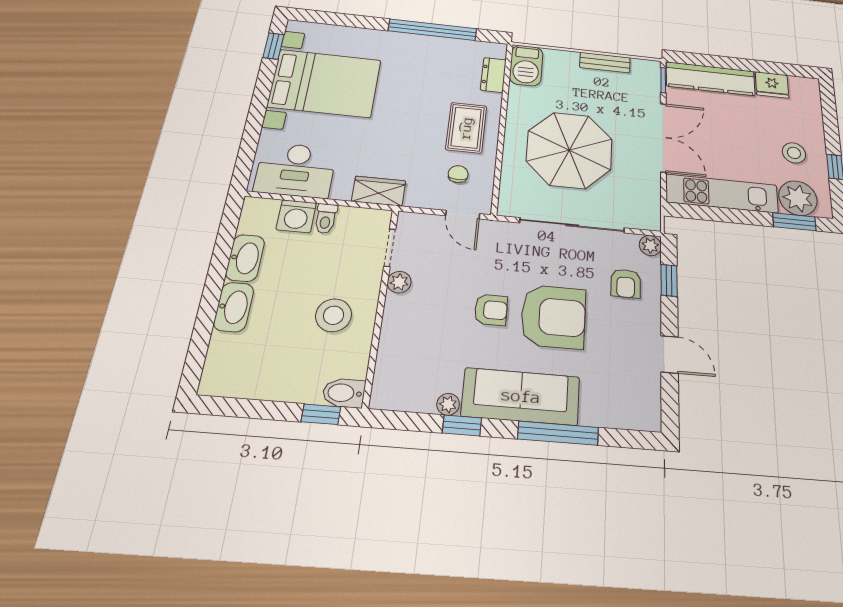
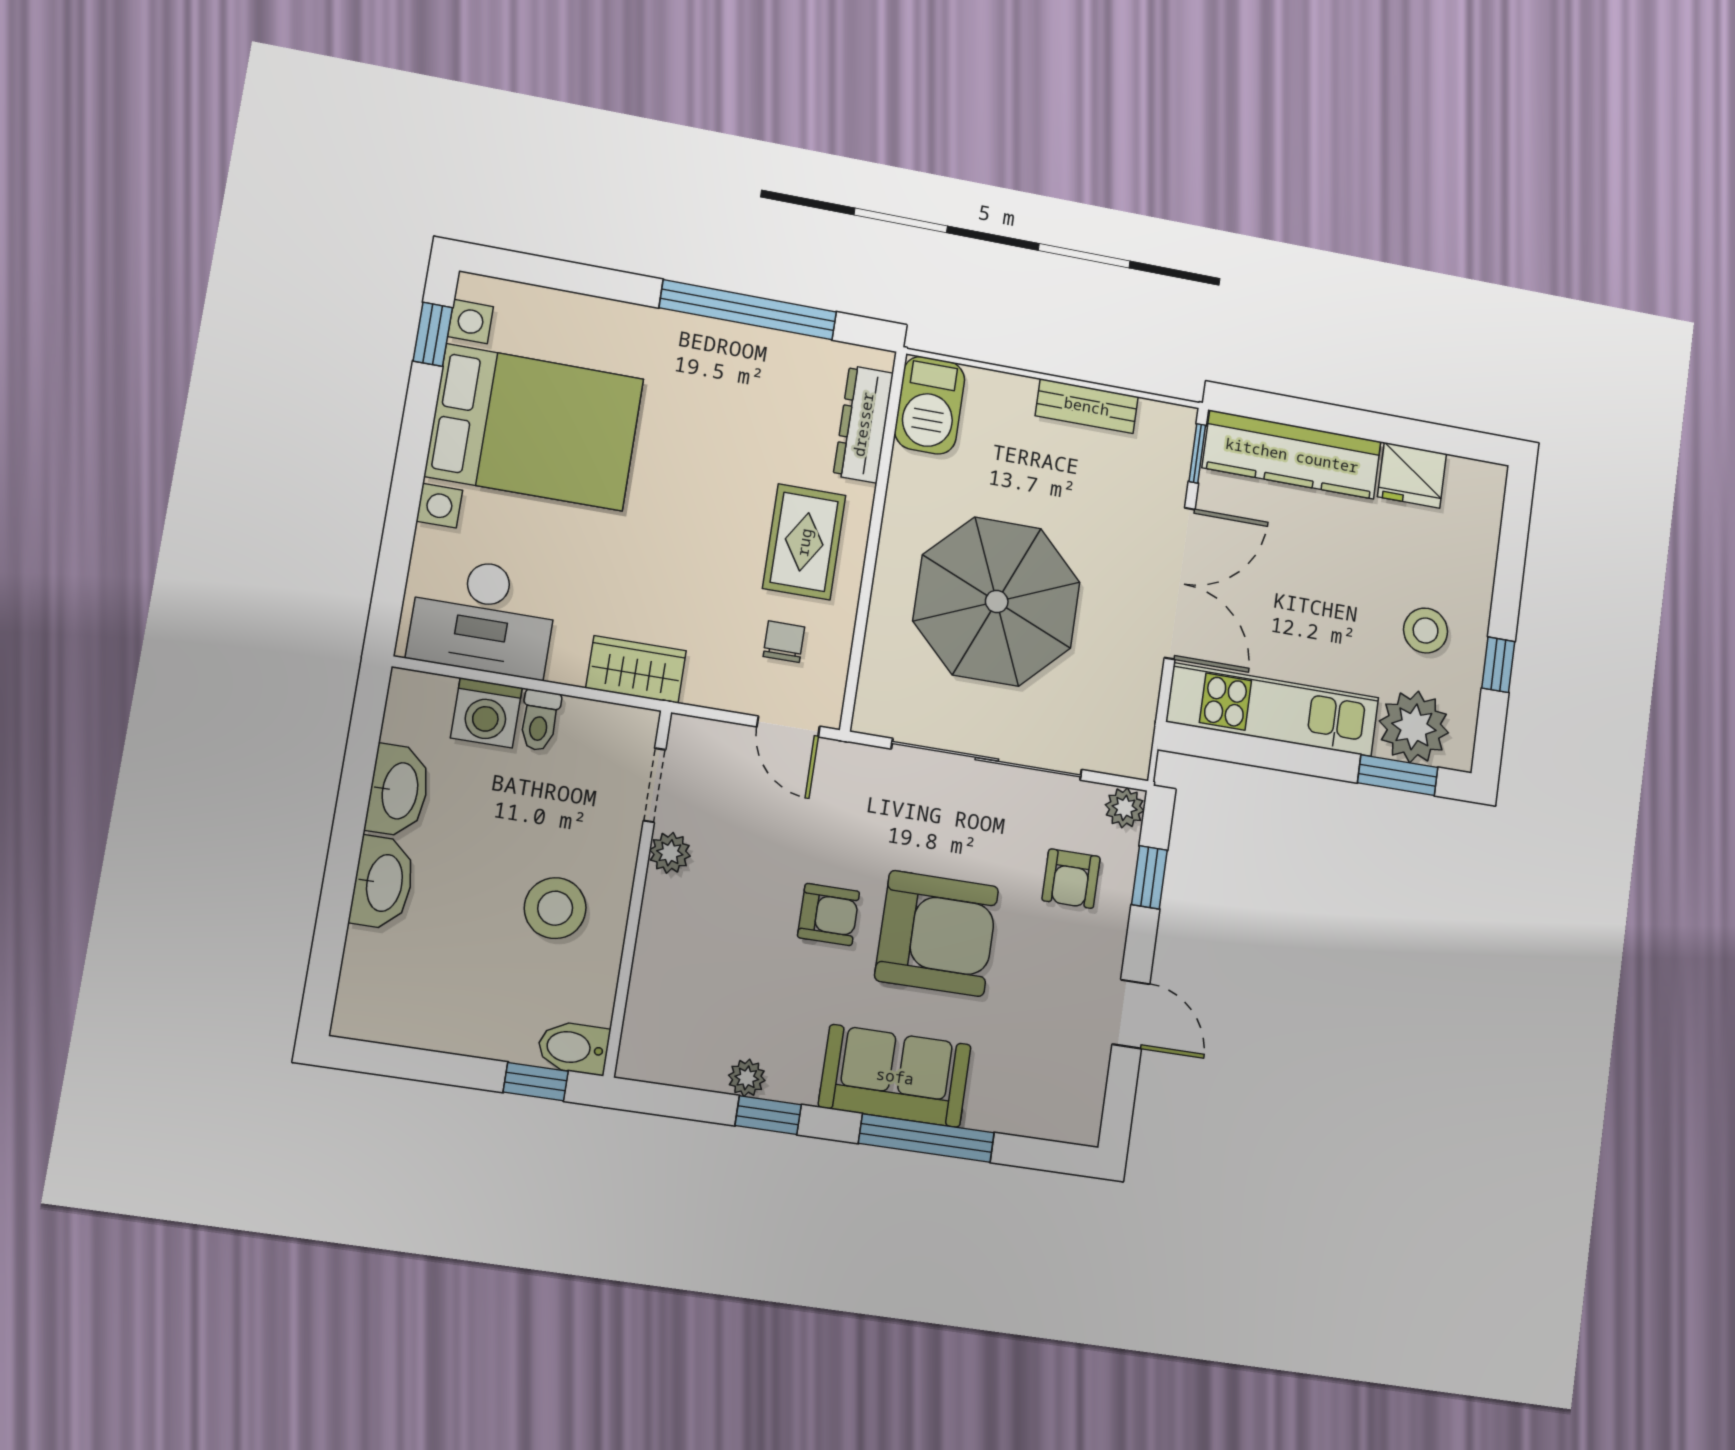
dresser: (493, 75) -> (863, 424), width x1.44
sofa: (521, 396) -> (895, 1076), width x0.73

